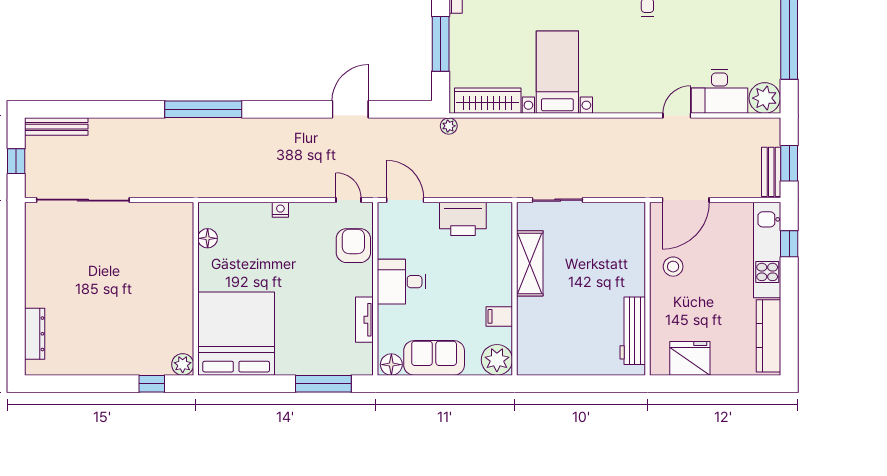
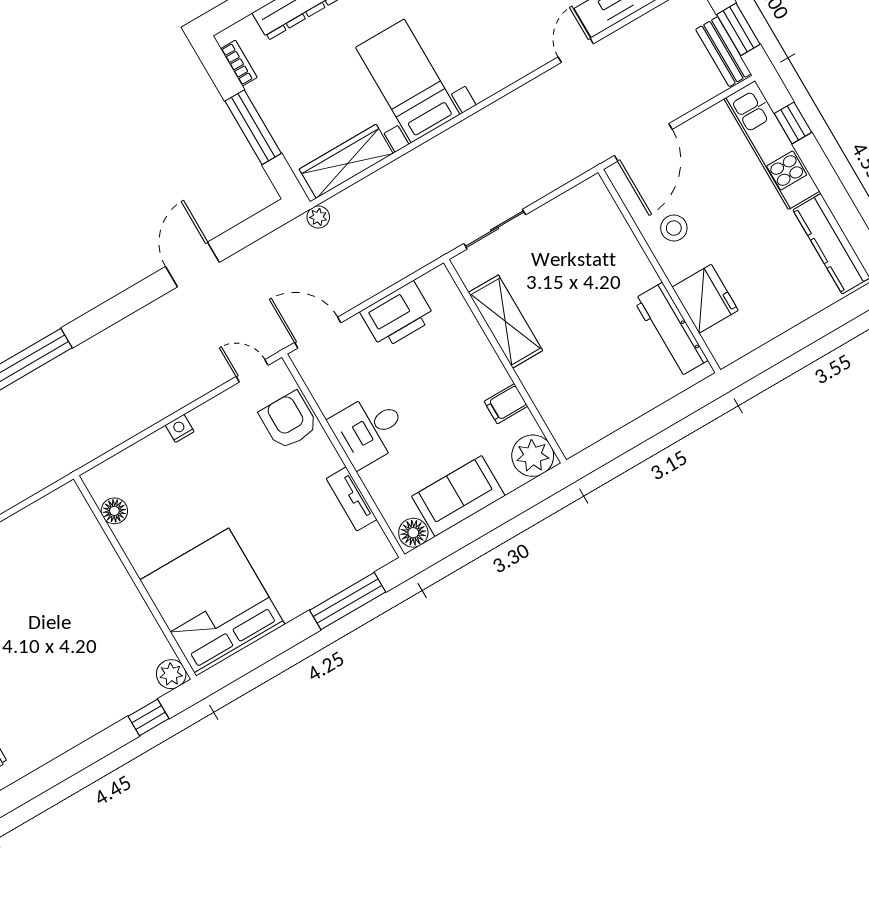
fridge: (690, 358) -> (705, 299), moved, turned 90

